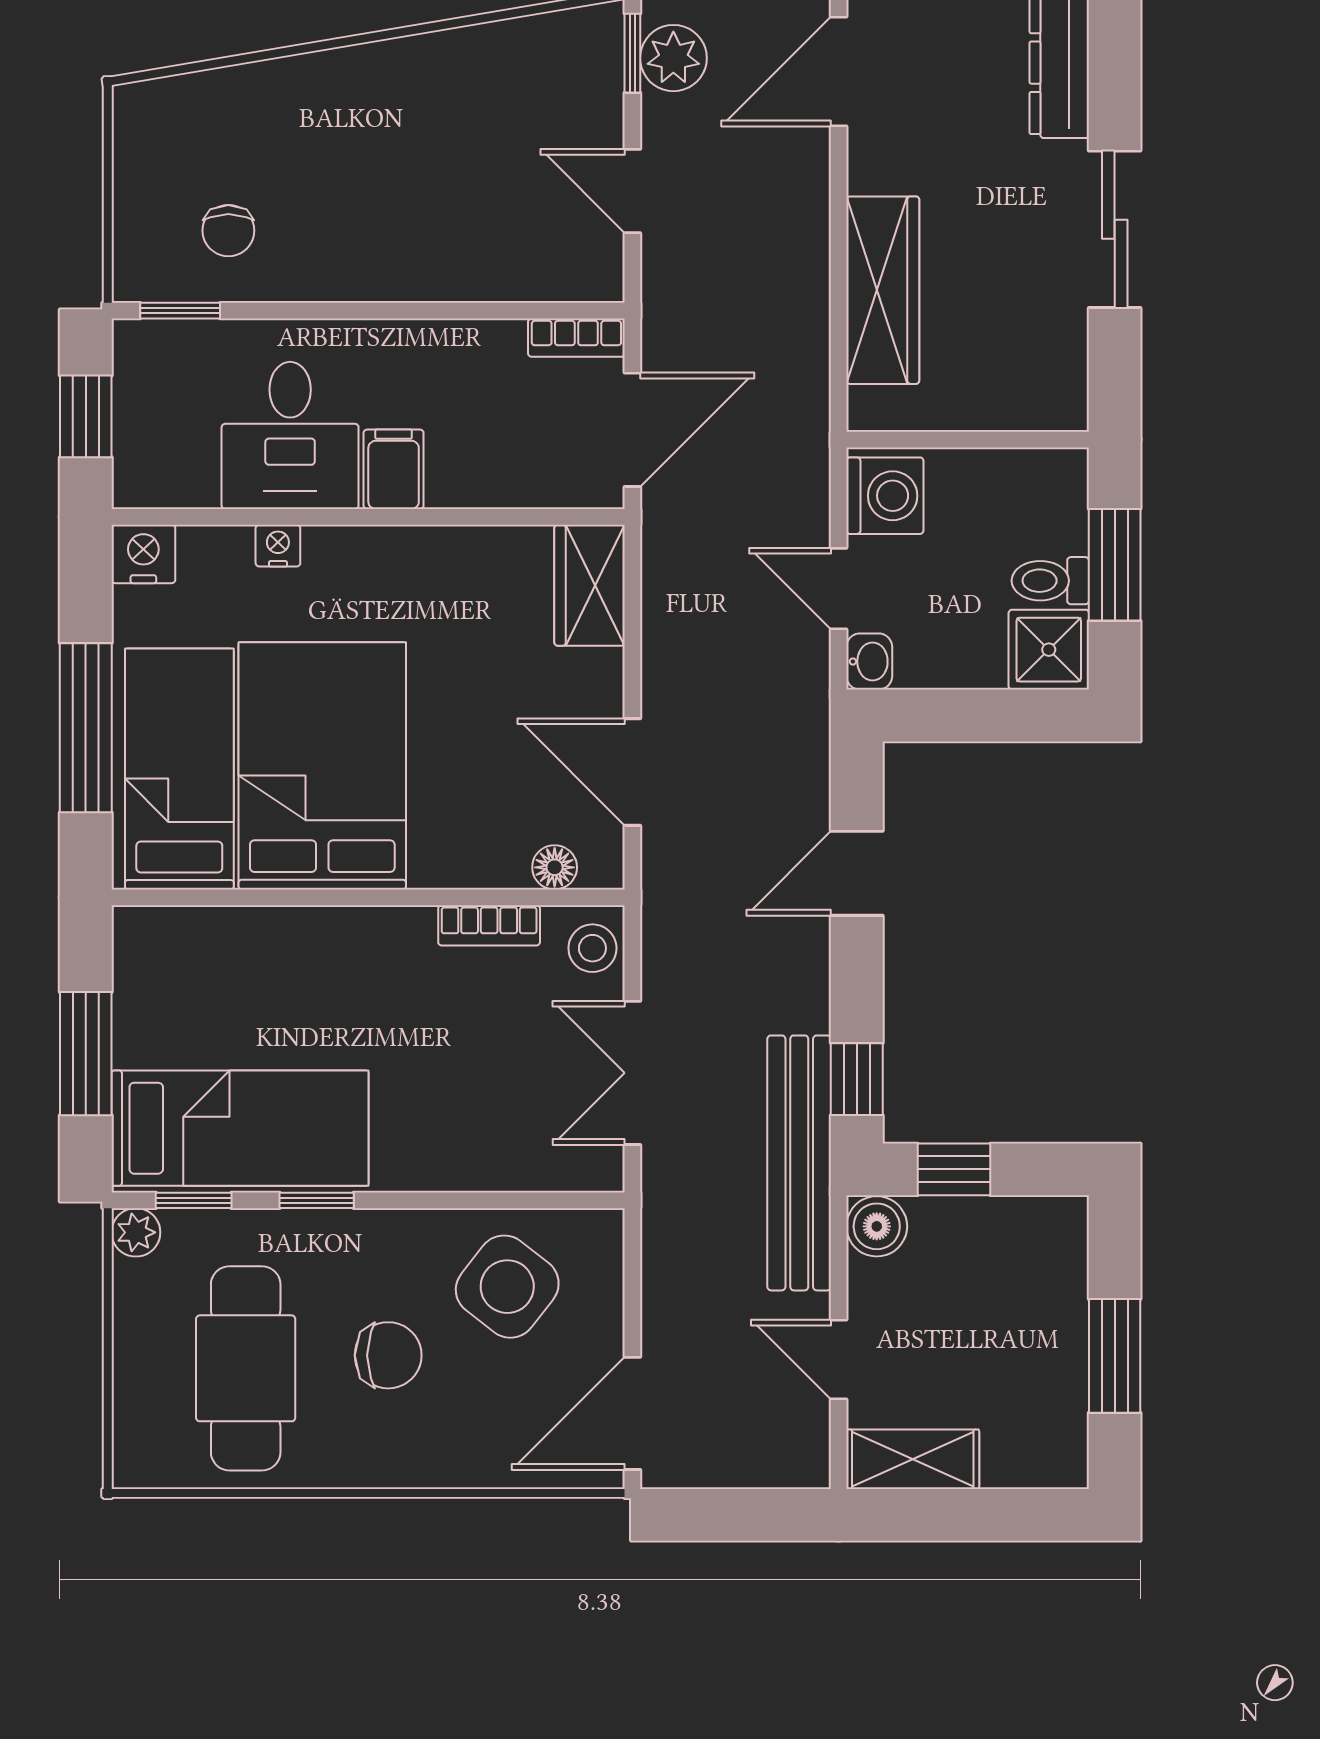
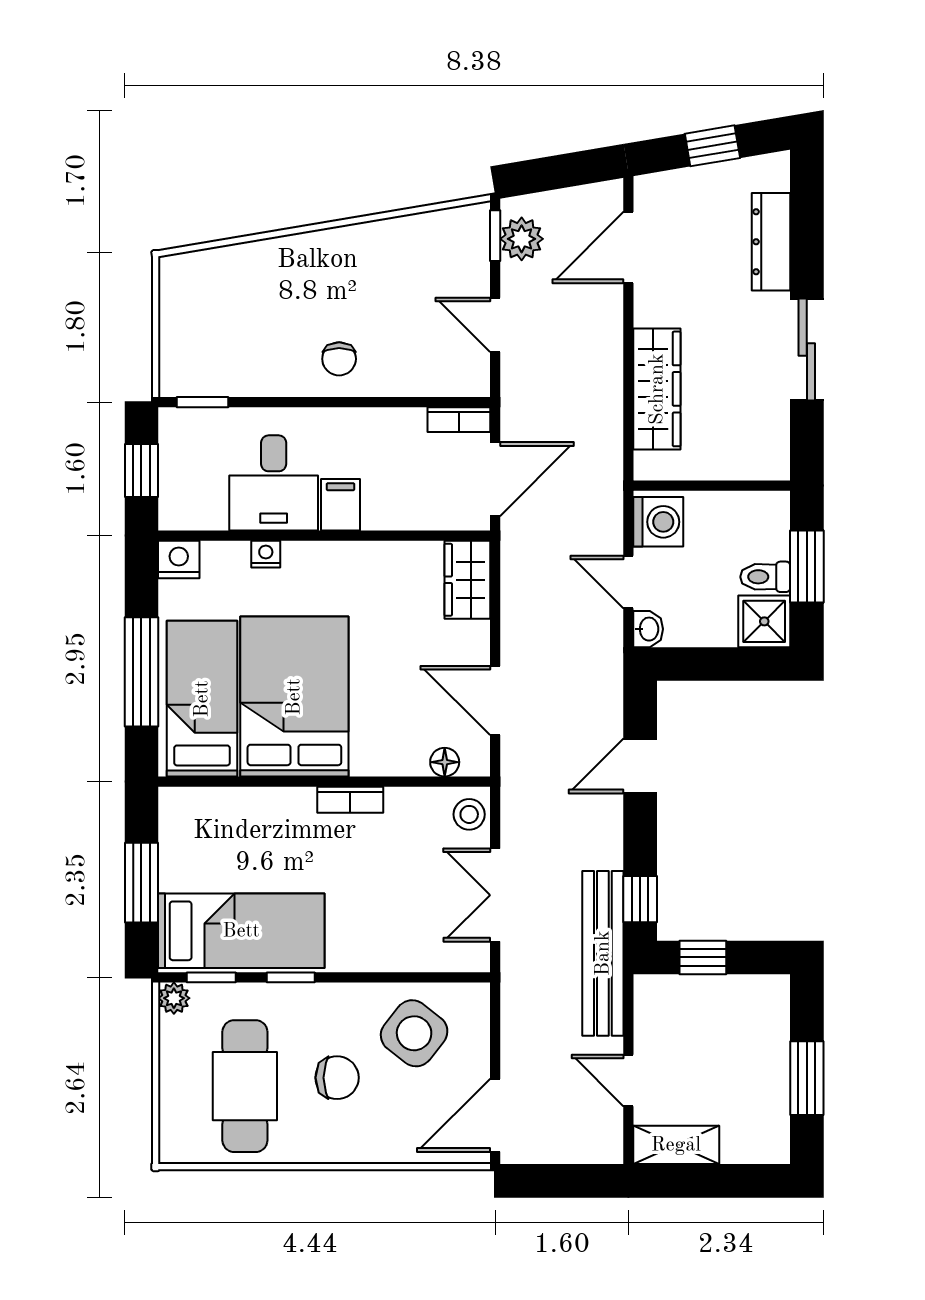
chair: (228, 231) -> (339, 359), moved
bookcase: (489, 925) -> (350, 800), moved
boiler: (877, 1226) -> (653, 994), removed

